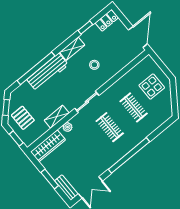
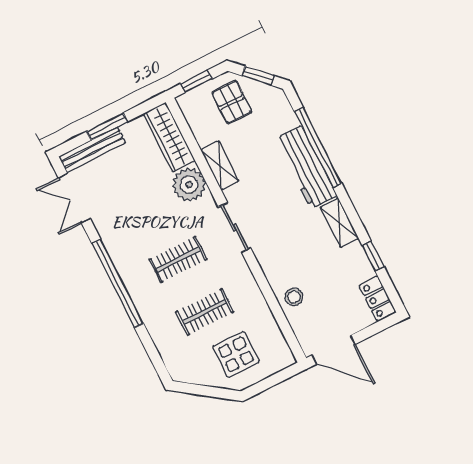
stool: (94, 65) -> (294, 297), moved
pallet: (23, 118) -> (232, 102), turned 90
plant: (67, 127) -> (189, 185), width x1.87, depth x1.87
bench: (66, 187) -> (92, 150), width x1.36

